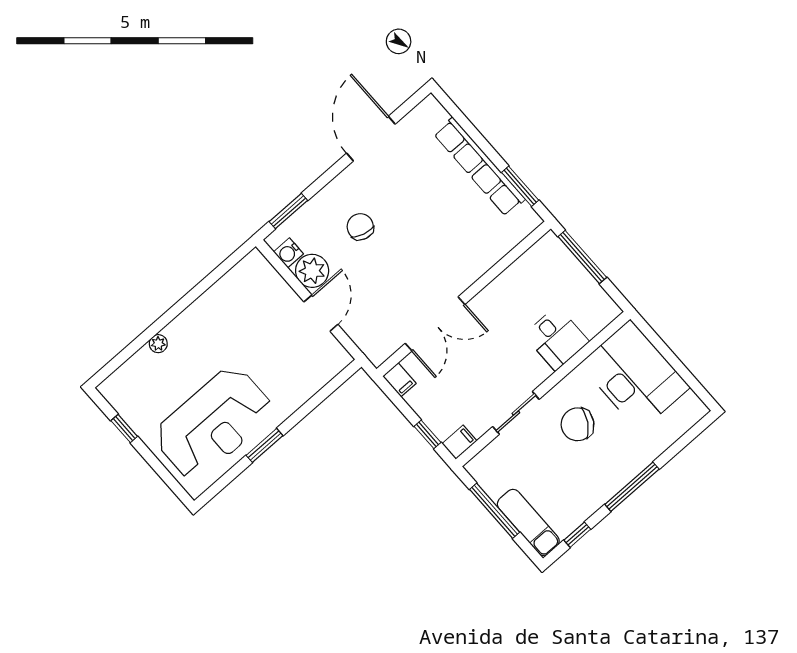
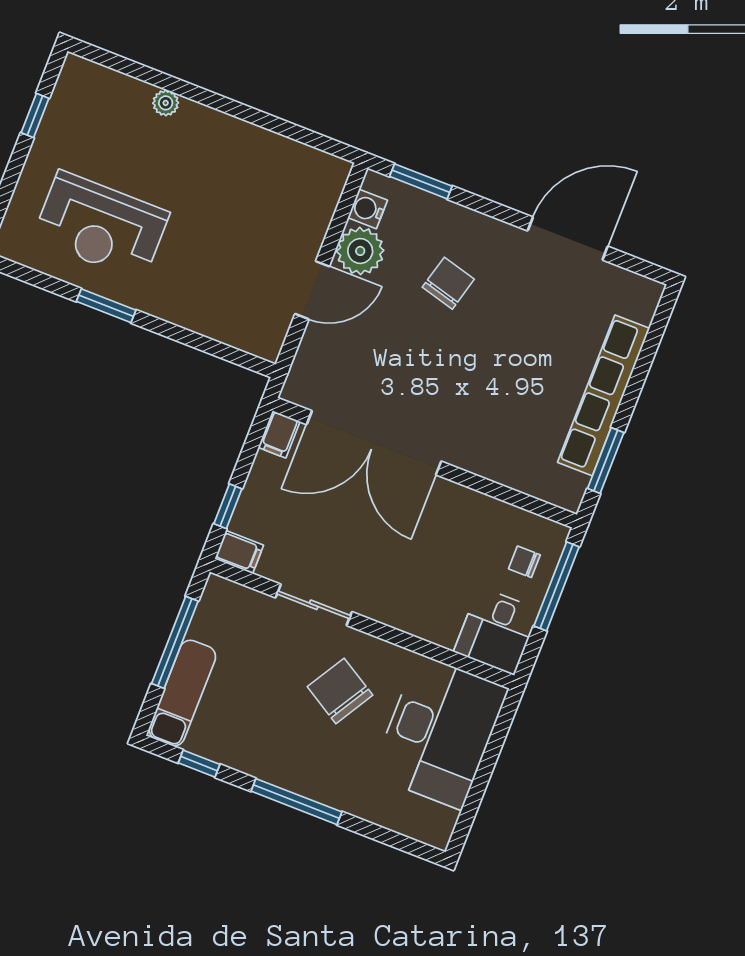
chair: (557, 269) -> (524, 562), added
double door: (435, 324) -> (374, 443), width x1.36
desk: (556, 338) -> (497, 631), moved
reception desk: (213, 423) -> (101, 226), width x0.74, depth x0.77

